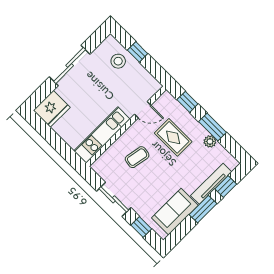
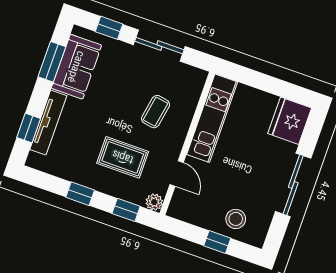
door: (143, 110) -> (177, 173), swing flipped
window: (213, 127) -> (80, 194), width x0.67
plant: (210, 141) -> (154, 202), moved
window: (203, 209) -> (52, 62), moved

